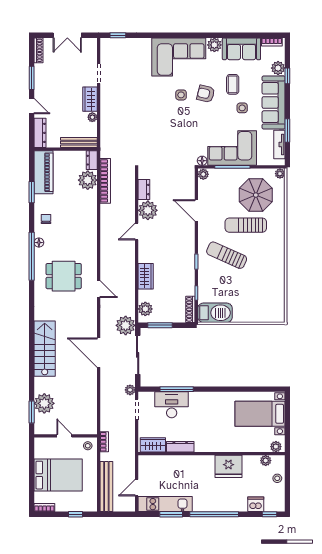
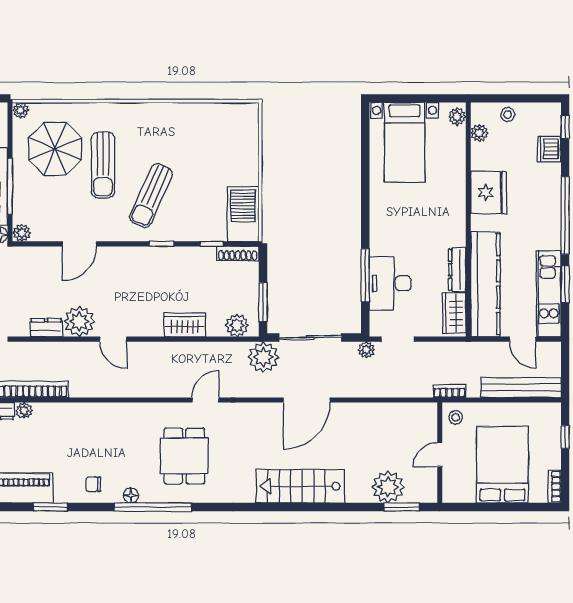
plant: (88, 180) -> (24, 411), width x0.53, depth x0.53
kitchen counter: (171, 464) -> (485, 284), added

